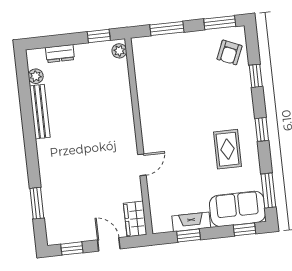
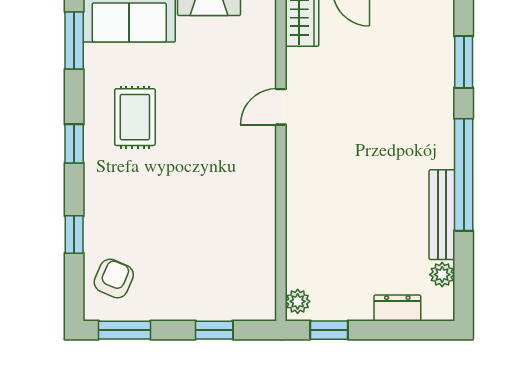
window: (167, 28) -> (214, 330), width x0.67
window: (29, 137) -> (464, 175), added

